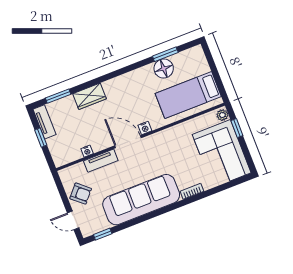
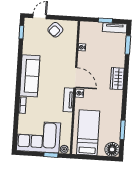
floor lamp: (164, 68) -> (112, 149), moved
wardrobe: (89, 96) -> (117, 79), moved
door: (128, 142) -> (75, 78), hinge flipped
tv unit: (101, 161) -> (68, 100), moved
sofa: (141, 200) -> (30, 76), width x0.74, depth x0.79

